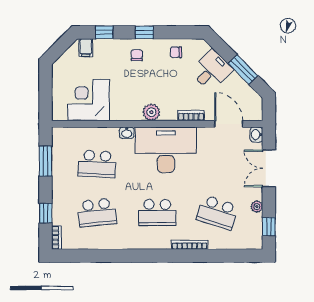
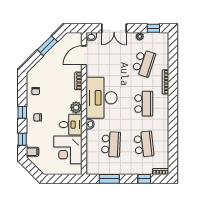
desk: (211, 70) -> (71, 125), moved, turned 135

